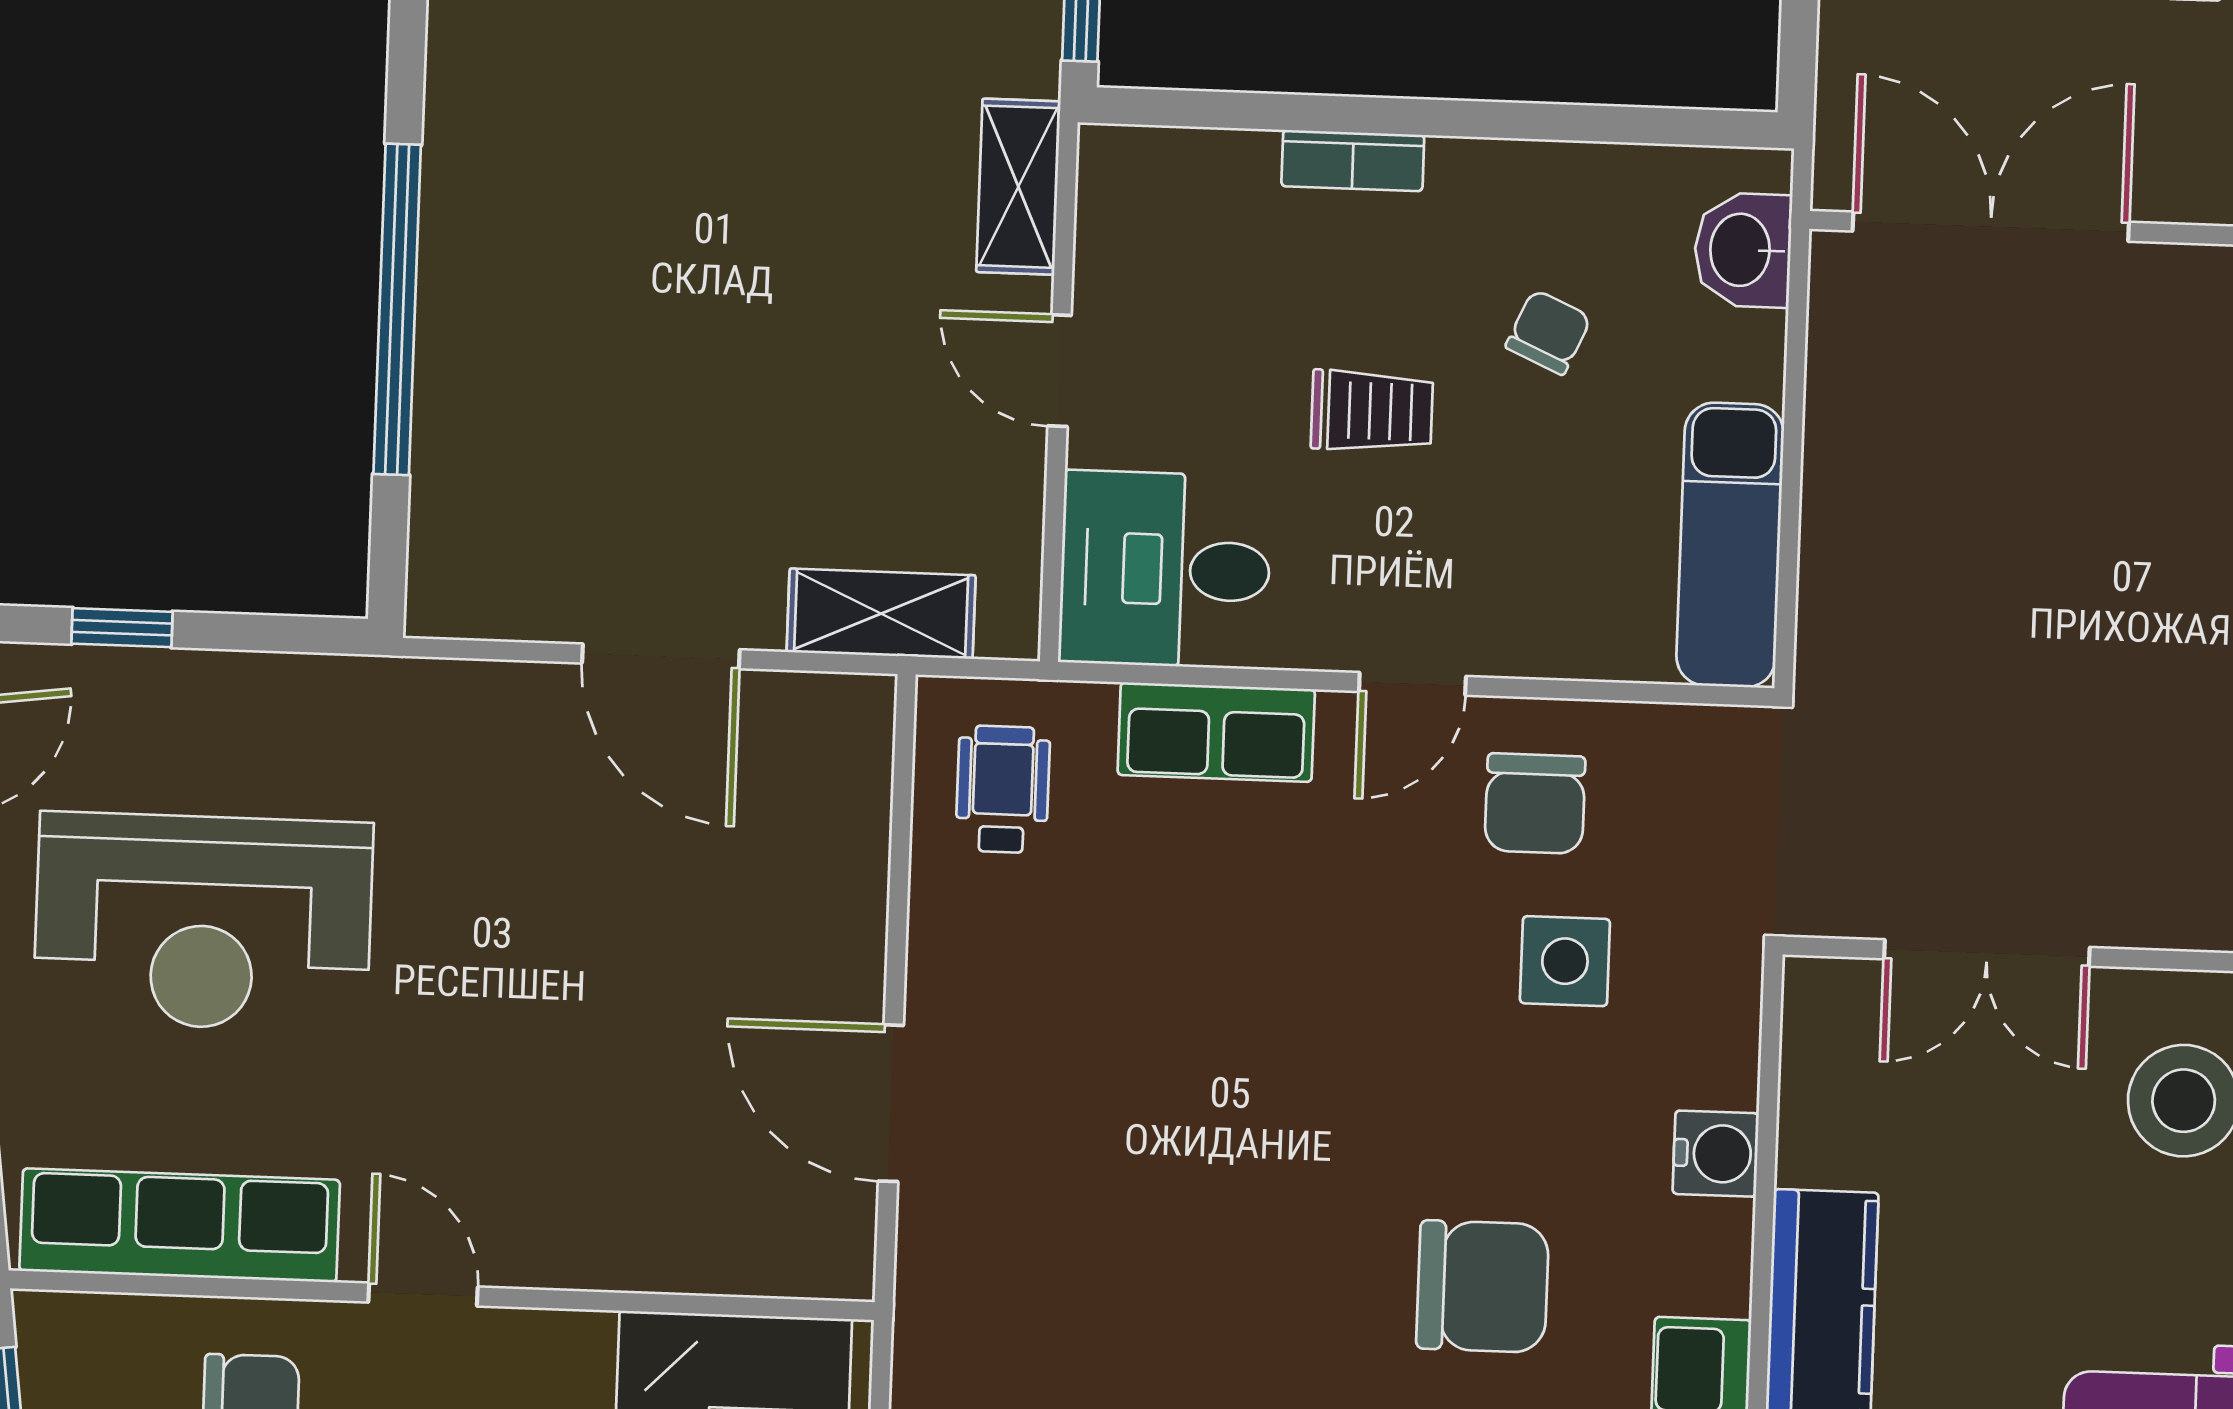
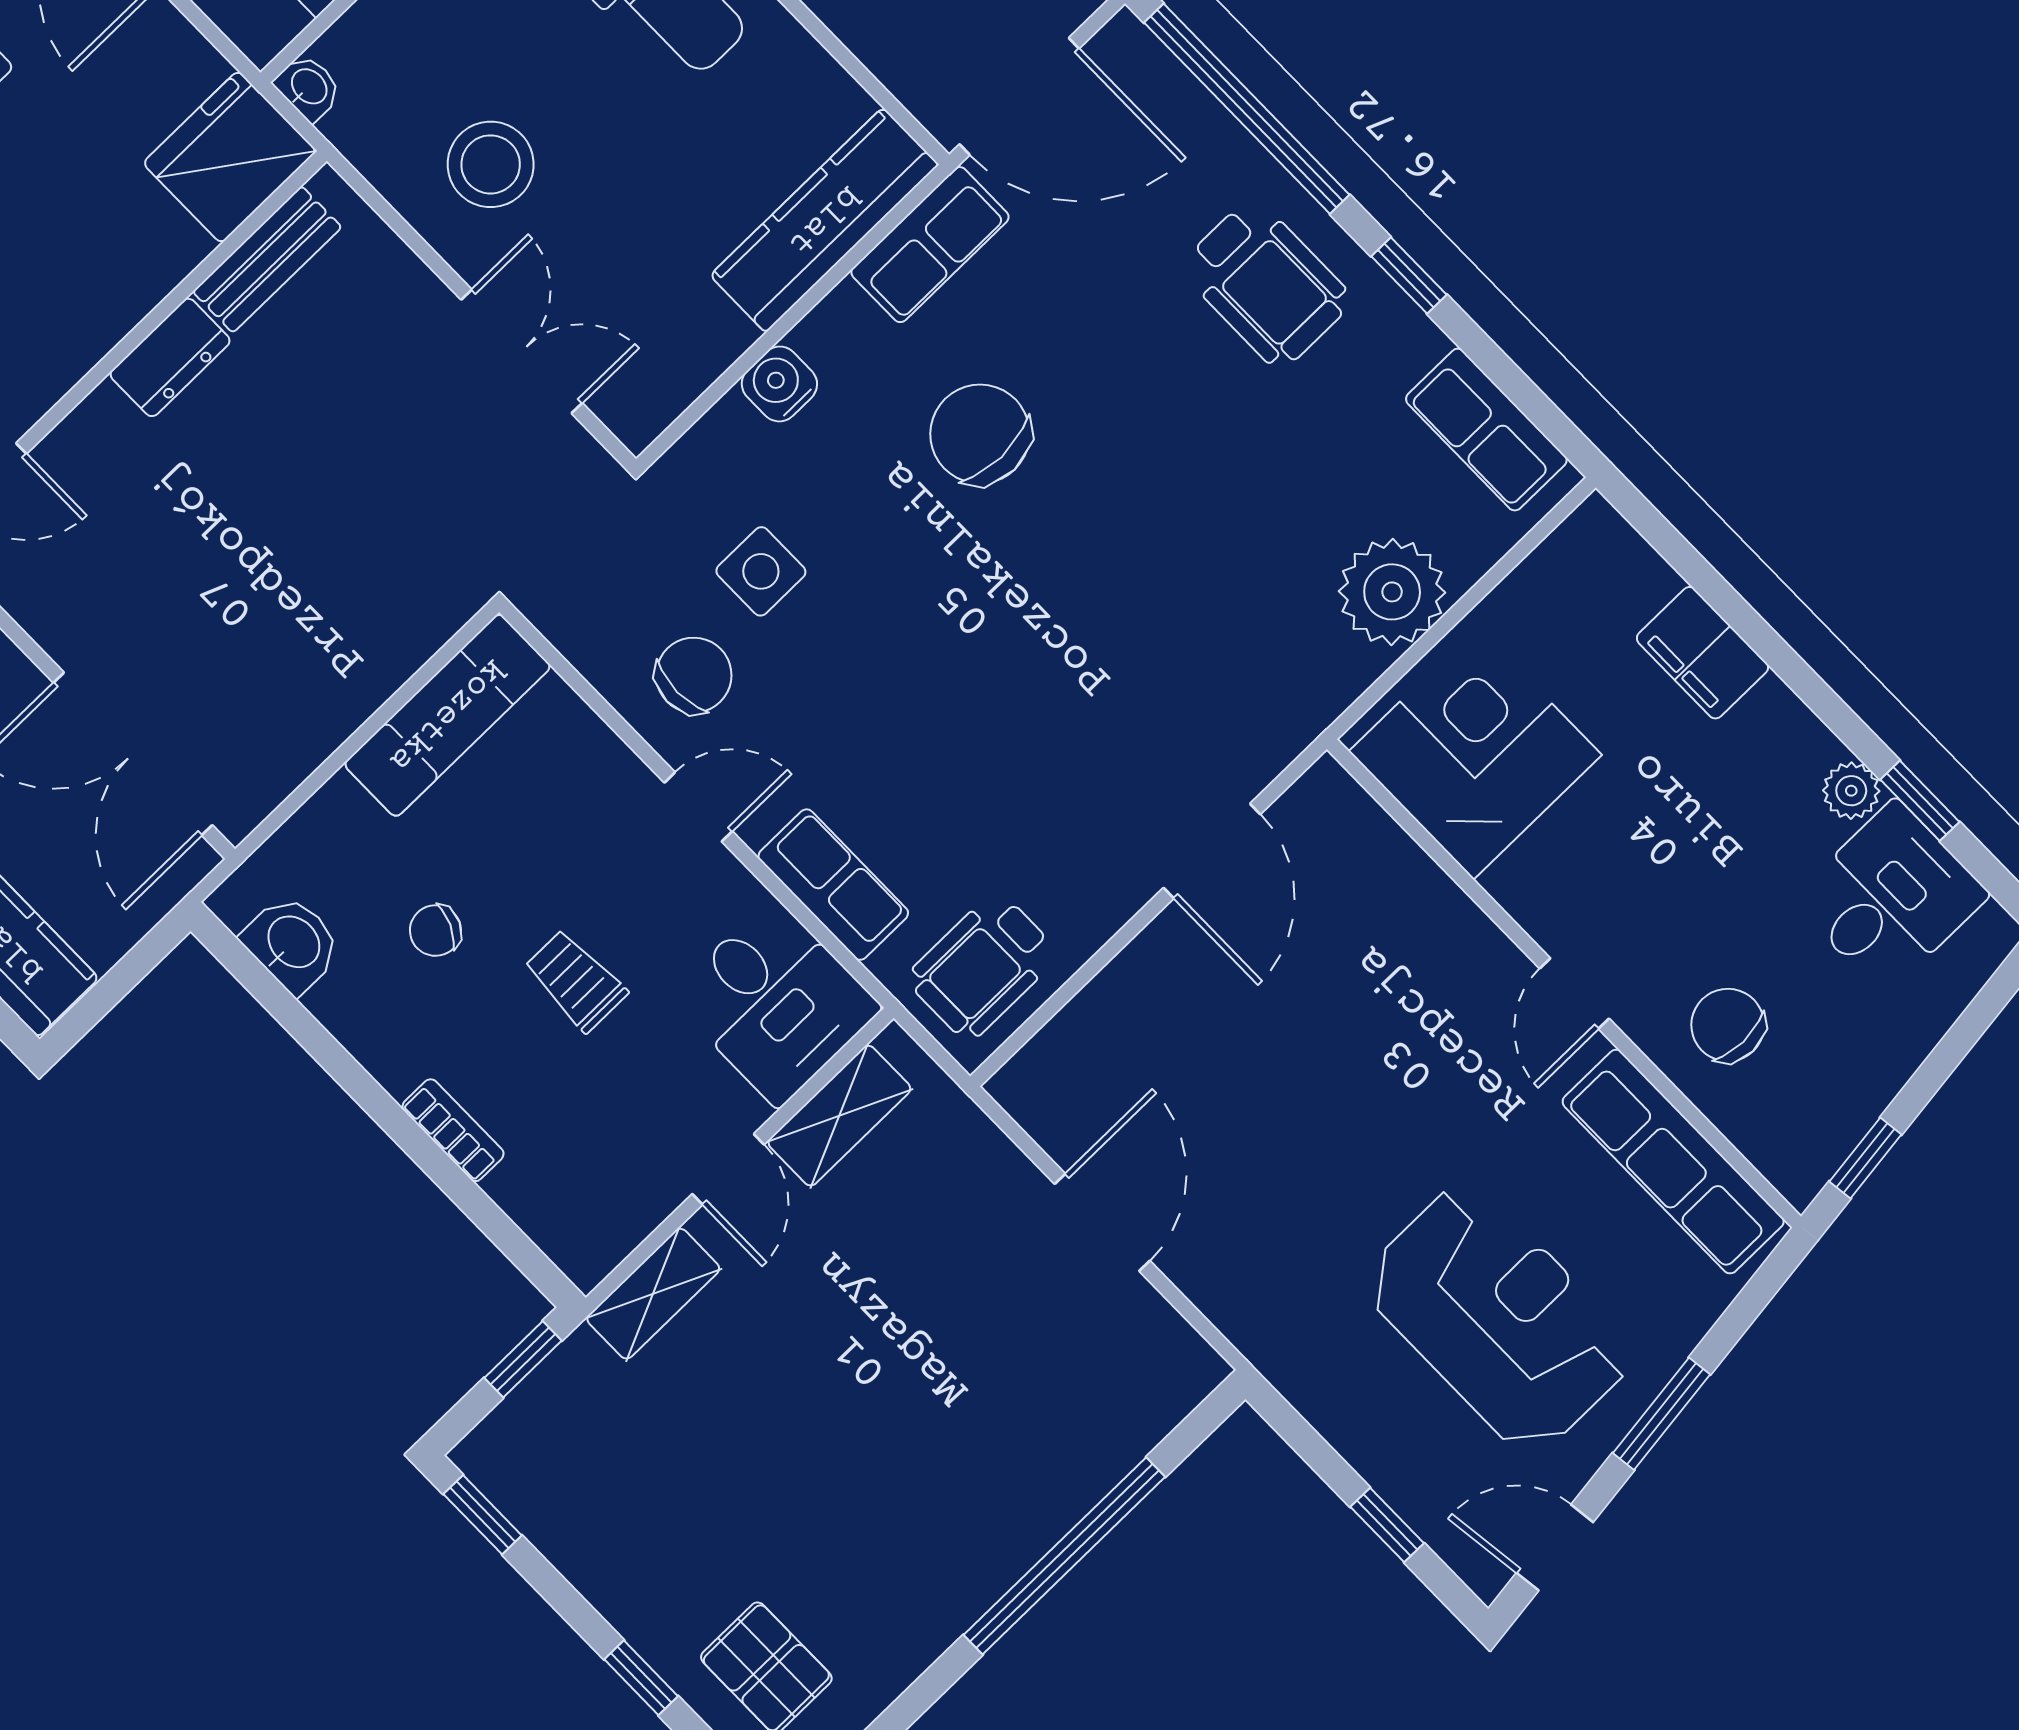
washbasin: (1743, 250) -> (292, 943), moved, turned -90
shelving: (881, 614) -> (839, 1116), moved, turned 90
wheelchair: (1003, 789) -> (983, 966), width x1.36, depth x1.37

